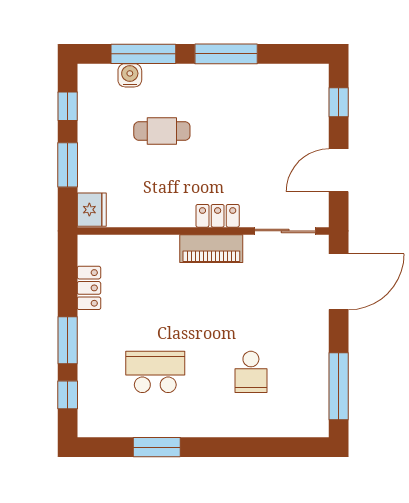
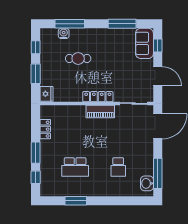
window: (226, 54) -> (122, 24), moved
sofa: (309, 98) -> (144, 43), added
door: (339, 170) -> (158, 76), swing flipped
locker: (218, 216) -> (98, 97), width x1.53
school desk: (155, 372) -> (75, 167), turned 180
washbasin: (315, 408) -> (147, 183), added

